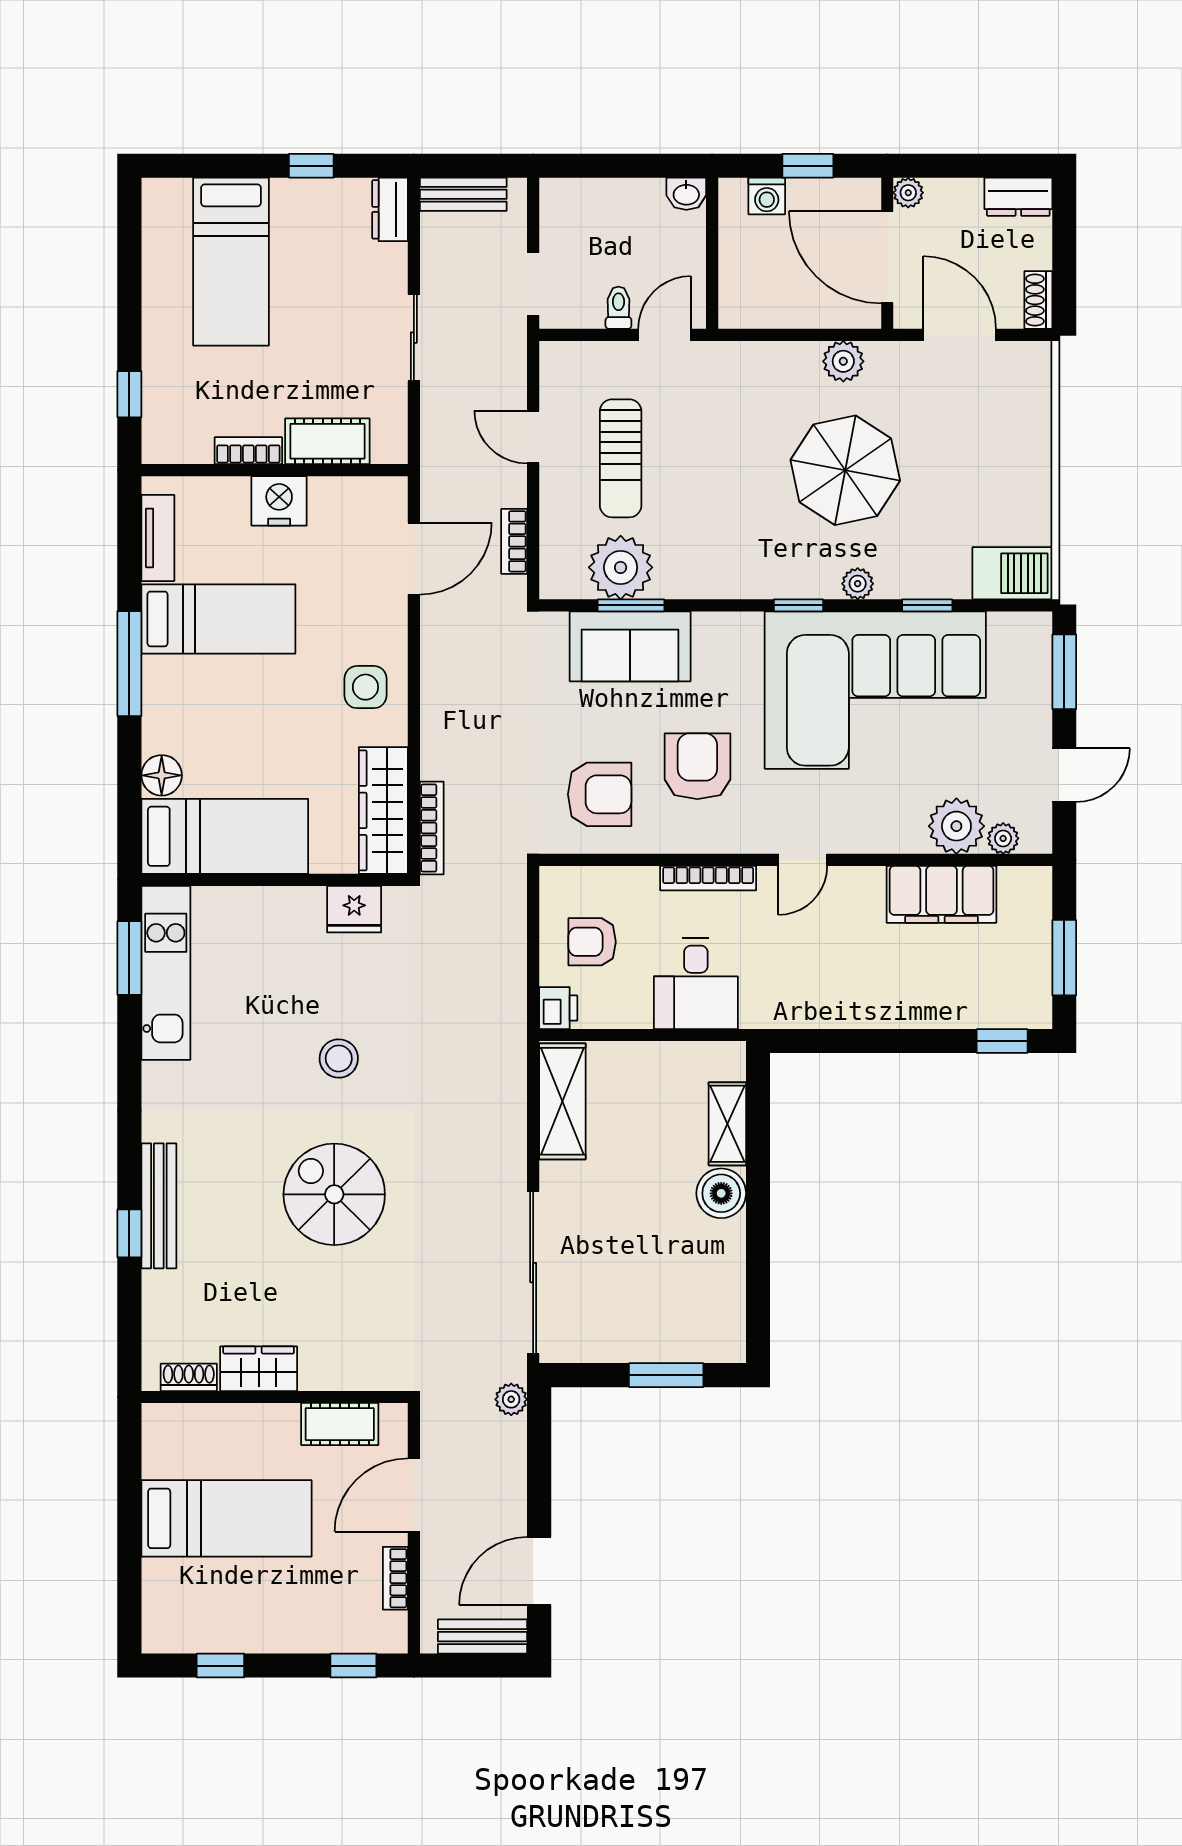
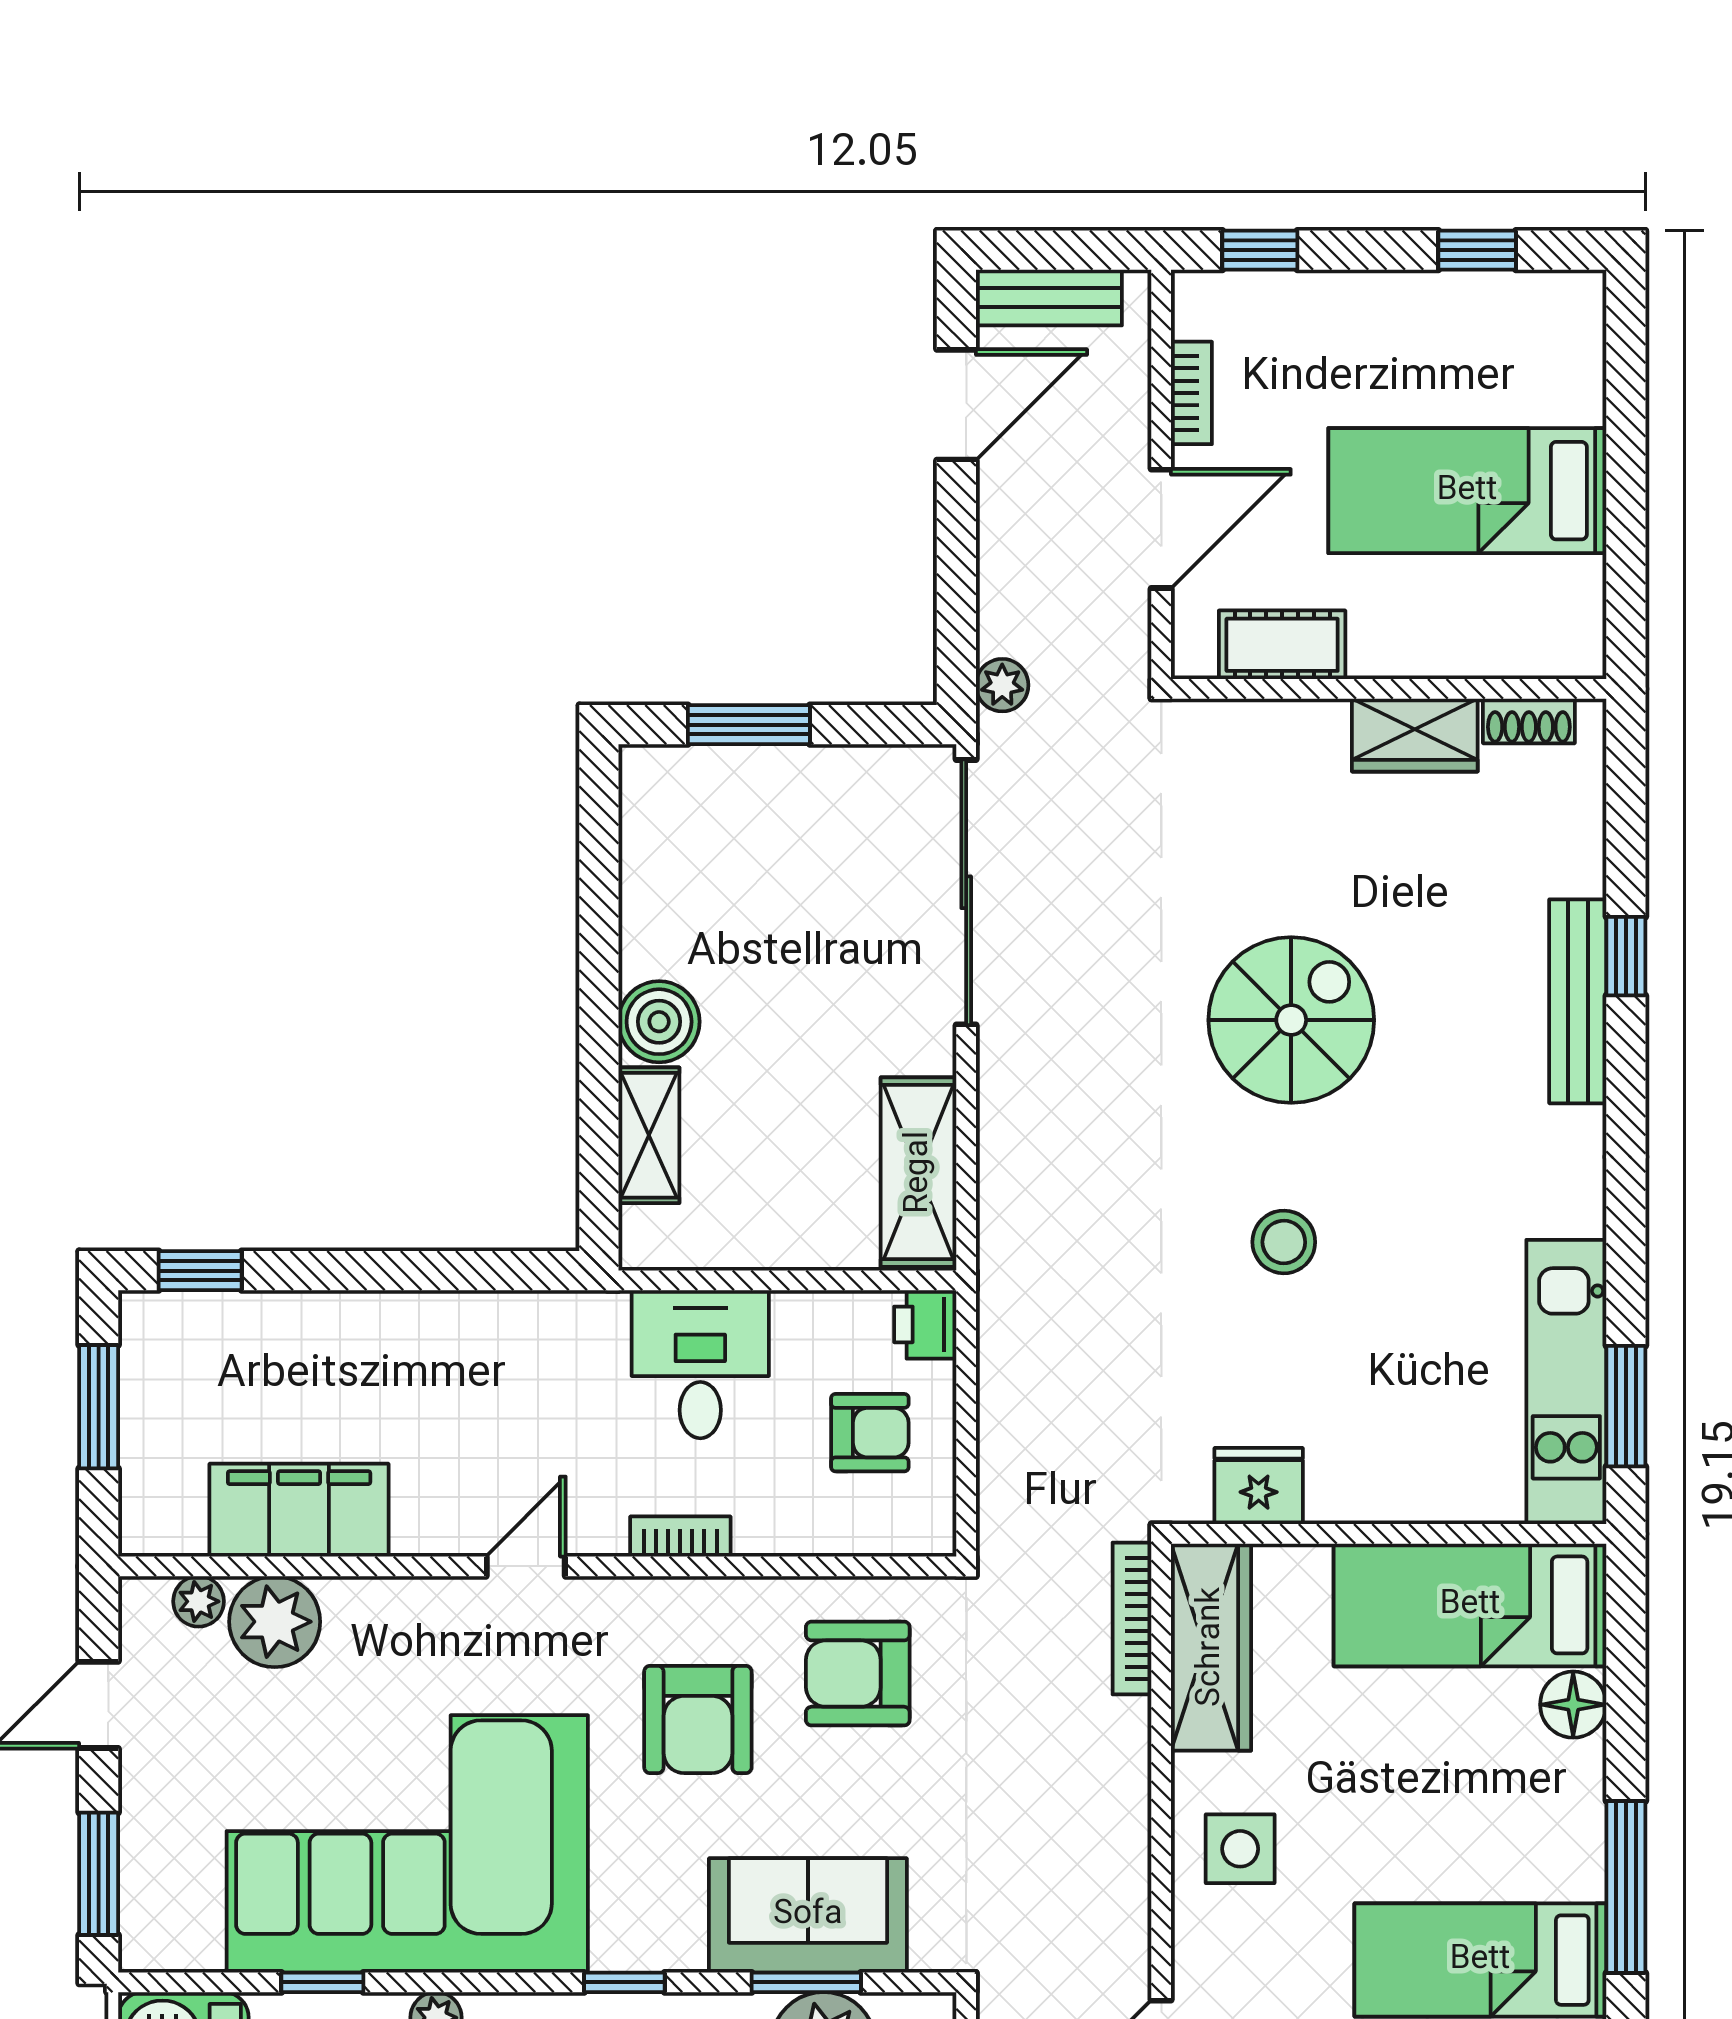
window: (798, 605) -> (624, 1982), moved
bookcase: (708, 878) -> (680, 1537), width x0.64
spiral stairs: (334, 1194) -> (1291, 1020), turned -90

